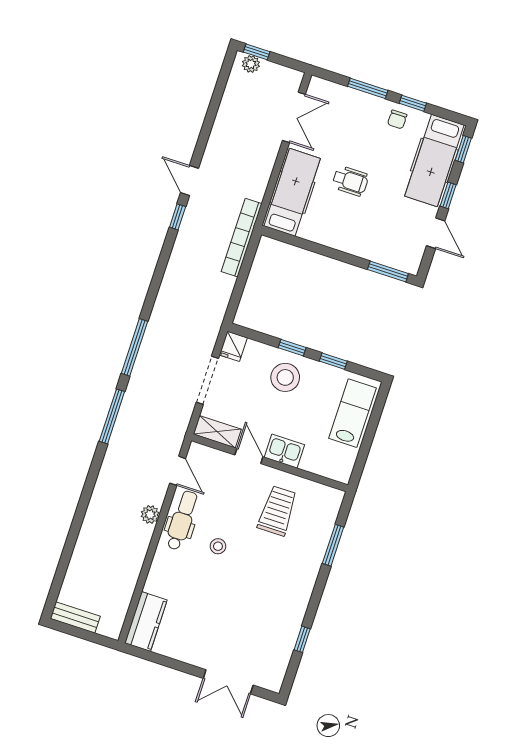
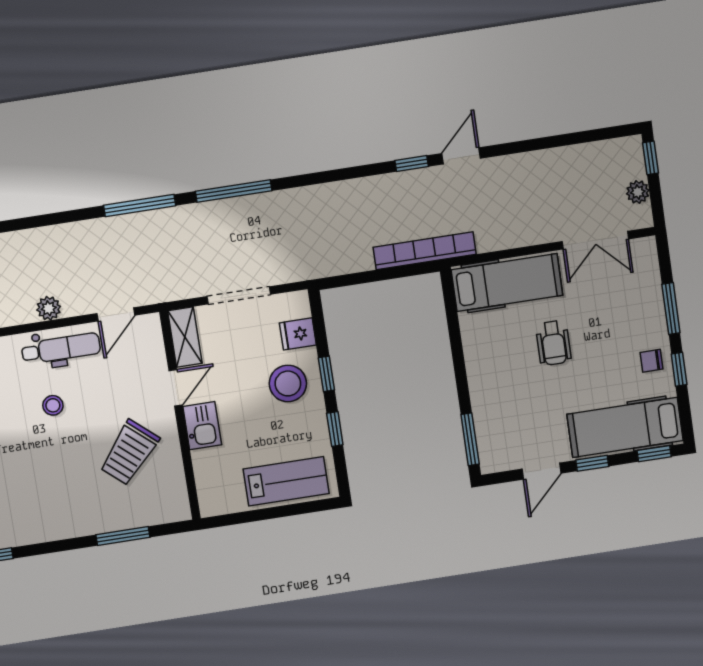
plant: (251, 64) -> (638, 192), moved
fridge: (233, 346) -> (298, 334), moved
trolley: (277, 511) -> (129, 453), turned 131

